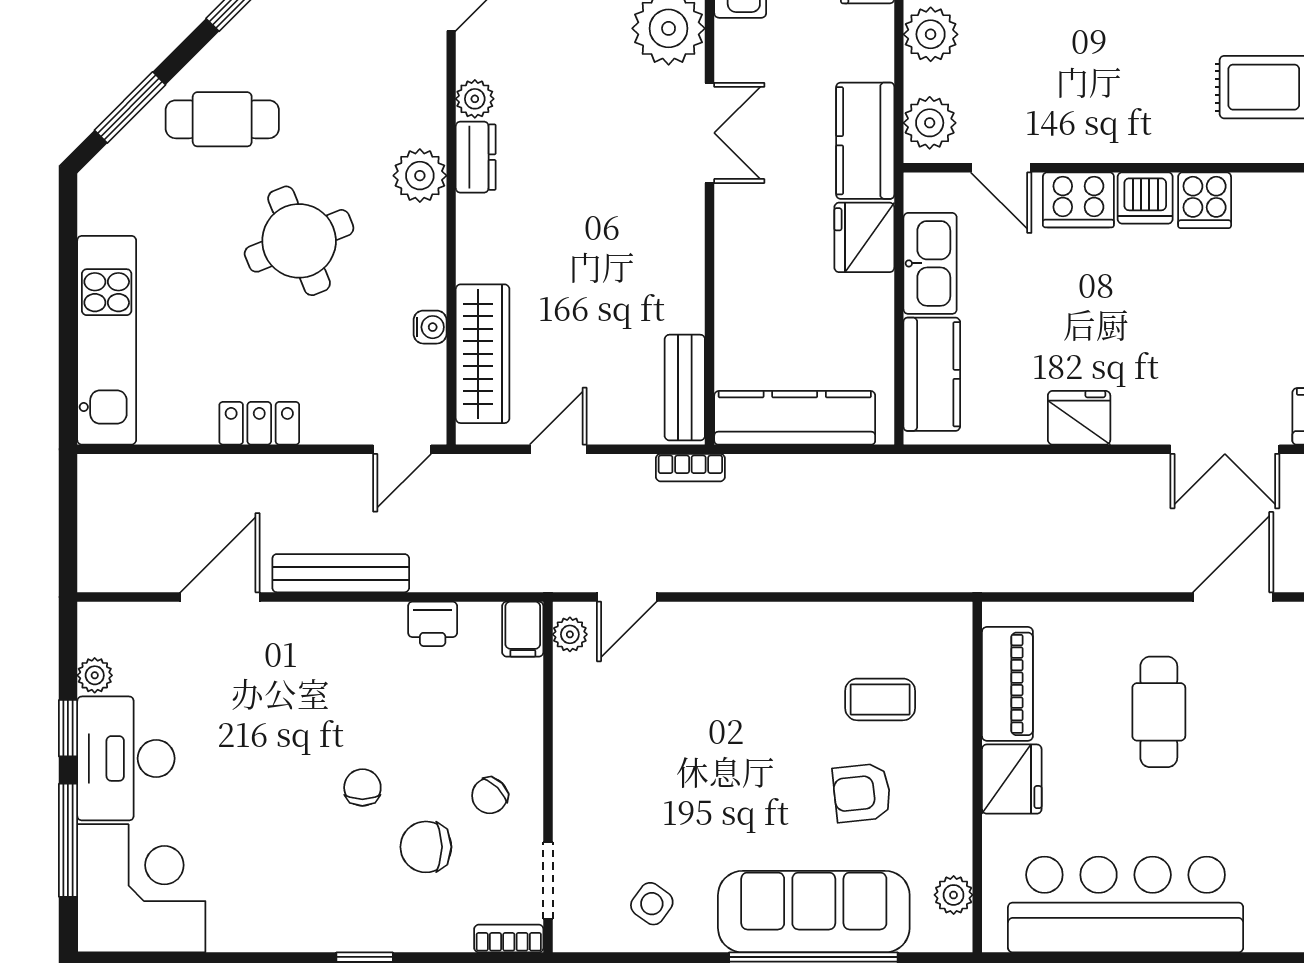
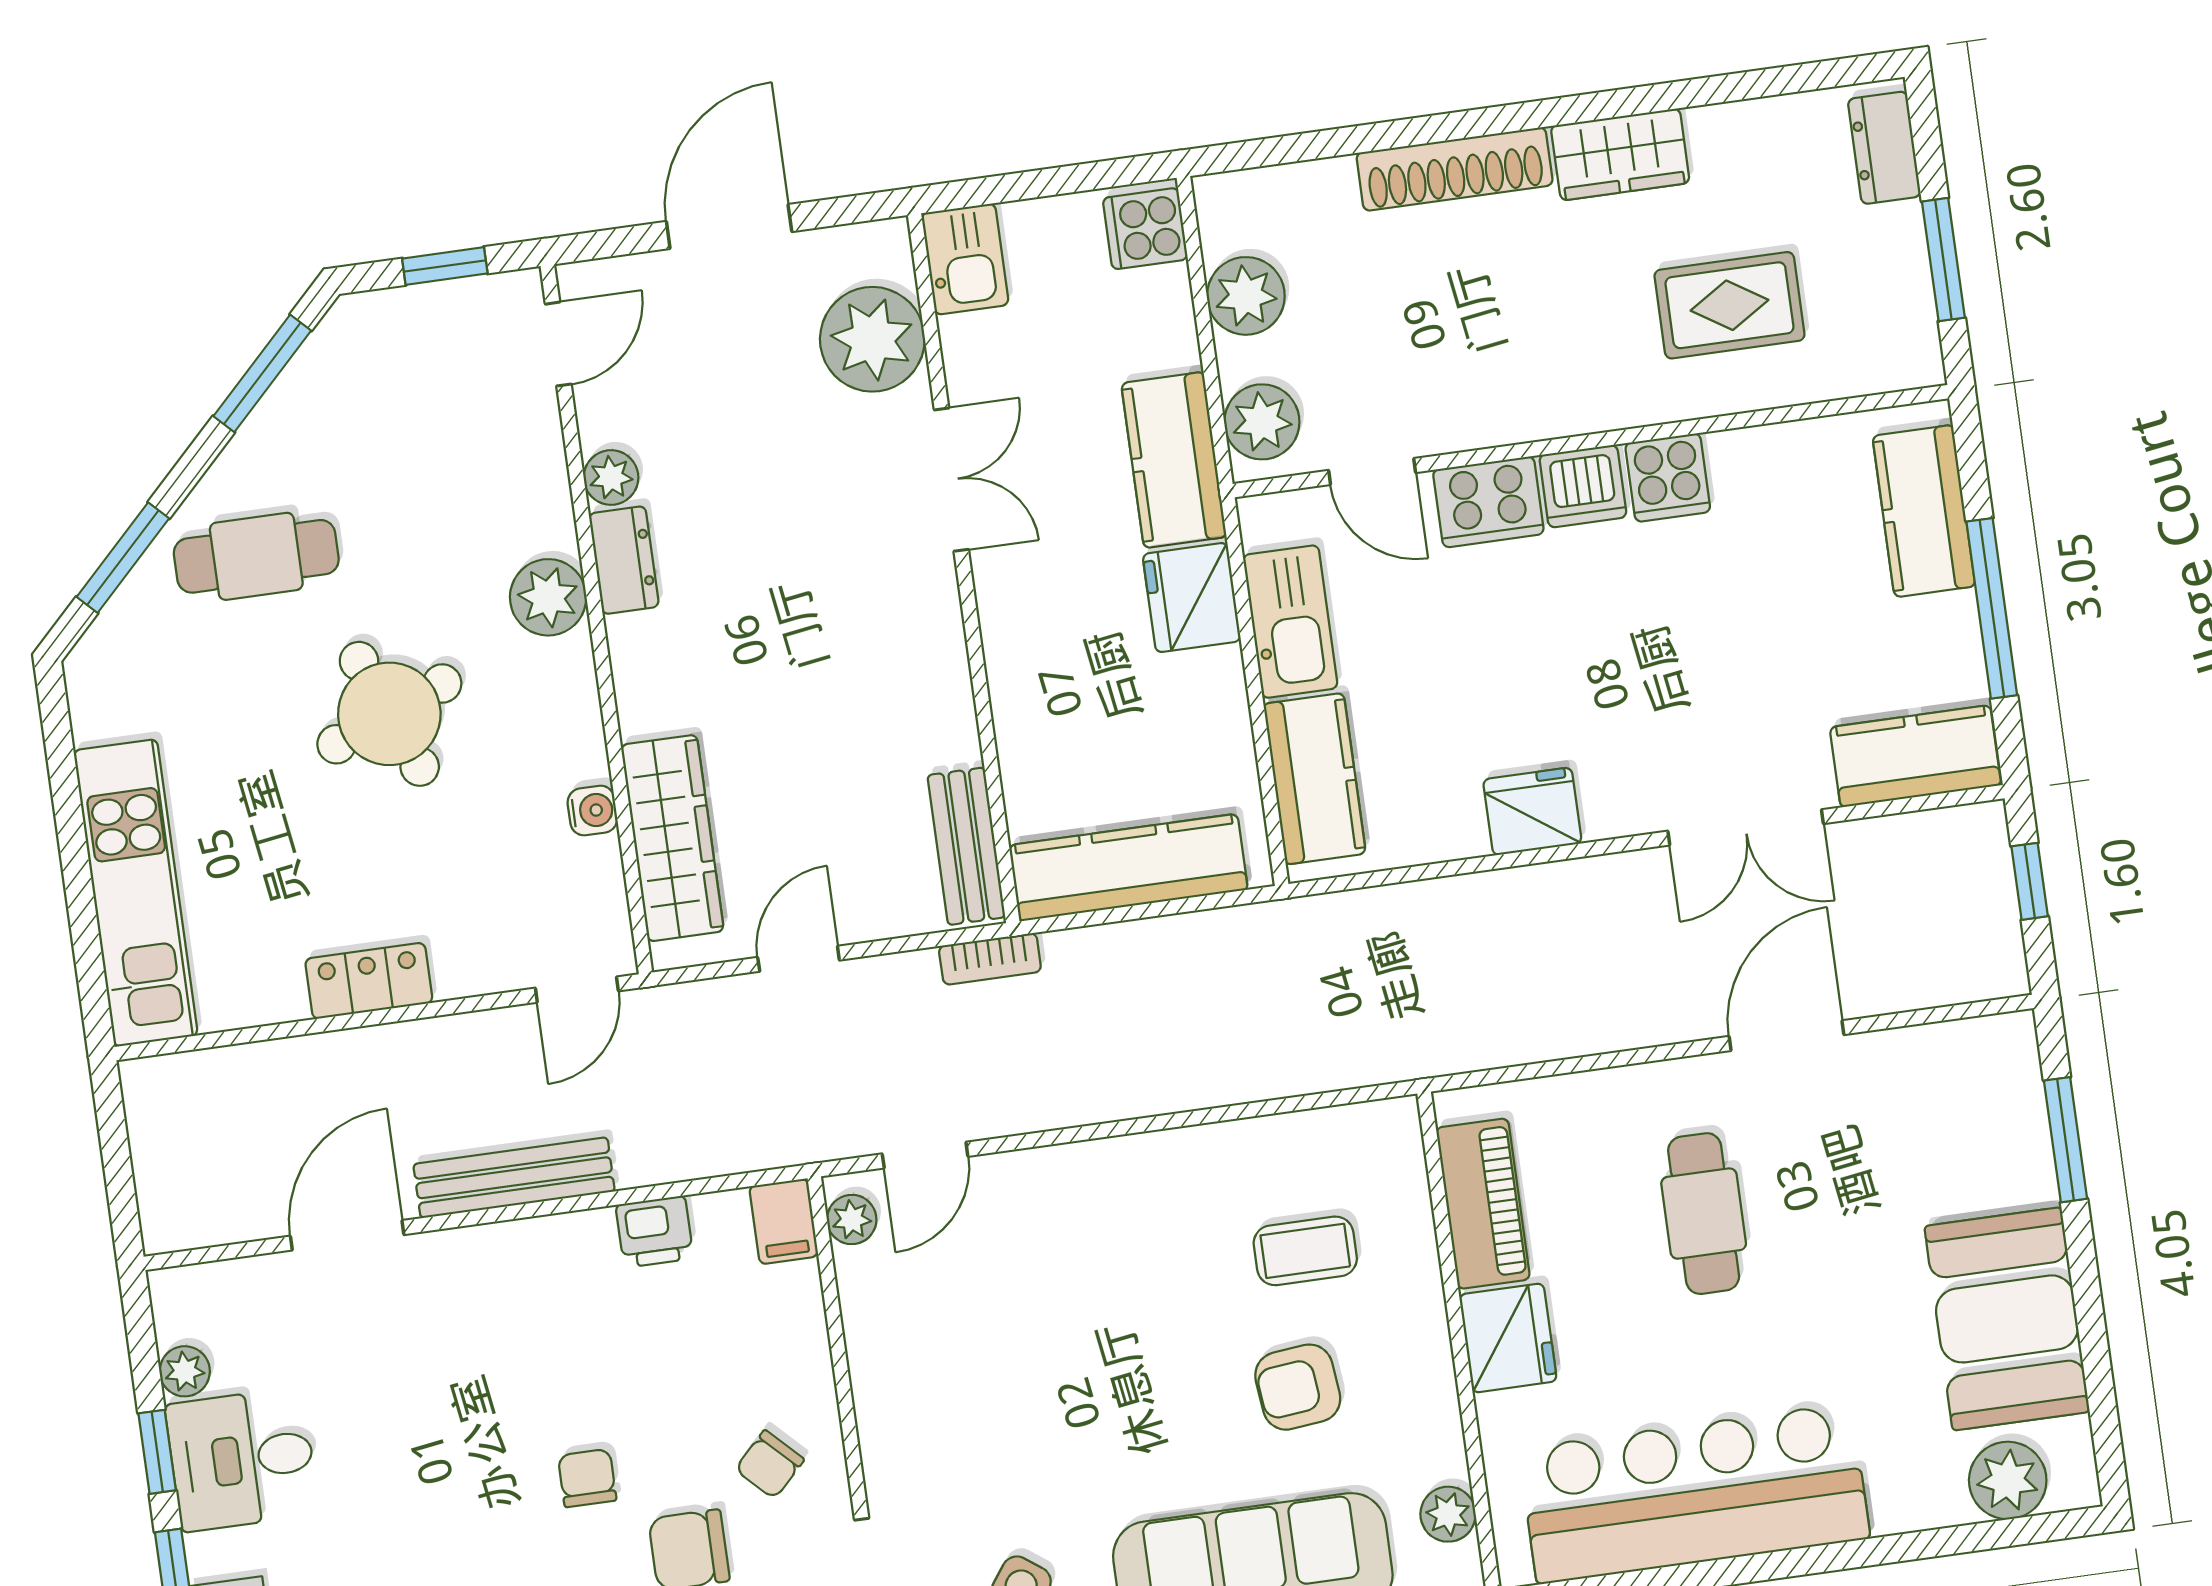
desk: (126, 758) -> (242, 1459), width x0.73

